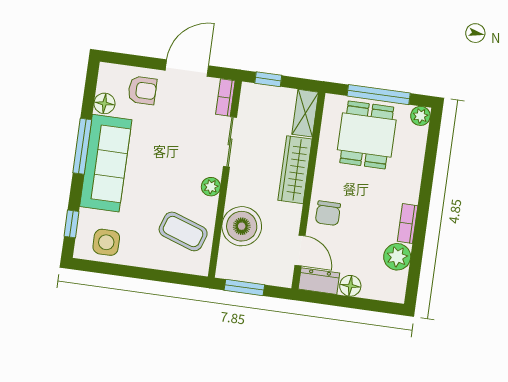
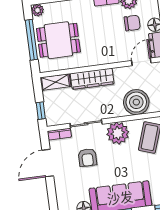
door: (187, 68) -> (48, 163), hinge flipped
armchair: (142, 90) -> (87, 157), moved, turned 180
plant: (211, 187) -> (118, 133), width x1.88, depth x1.88
chair: (328, 213) -> (132, 23), moved

